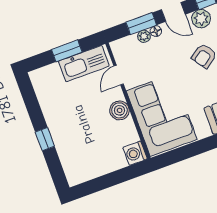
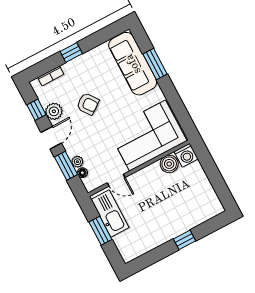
floor lamp: (156, 31) -> (82, 173), moved
boiler: (119, 110) -> (169, 164), moved

